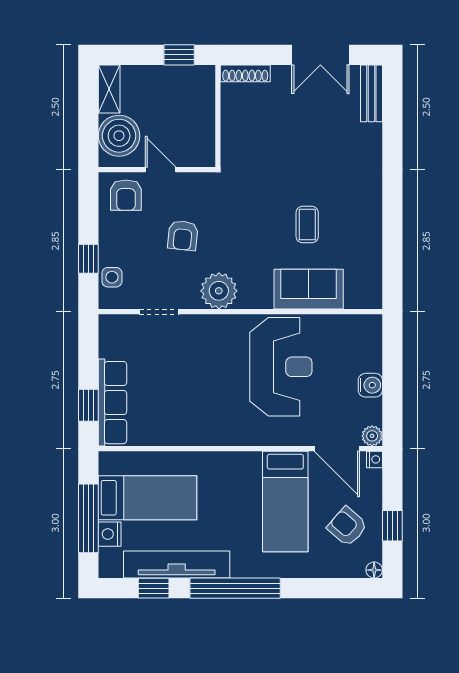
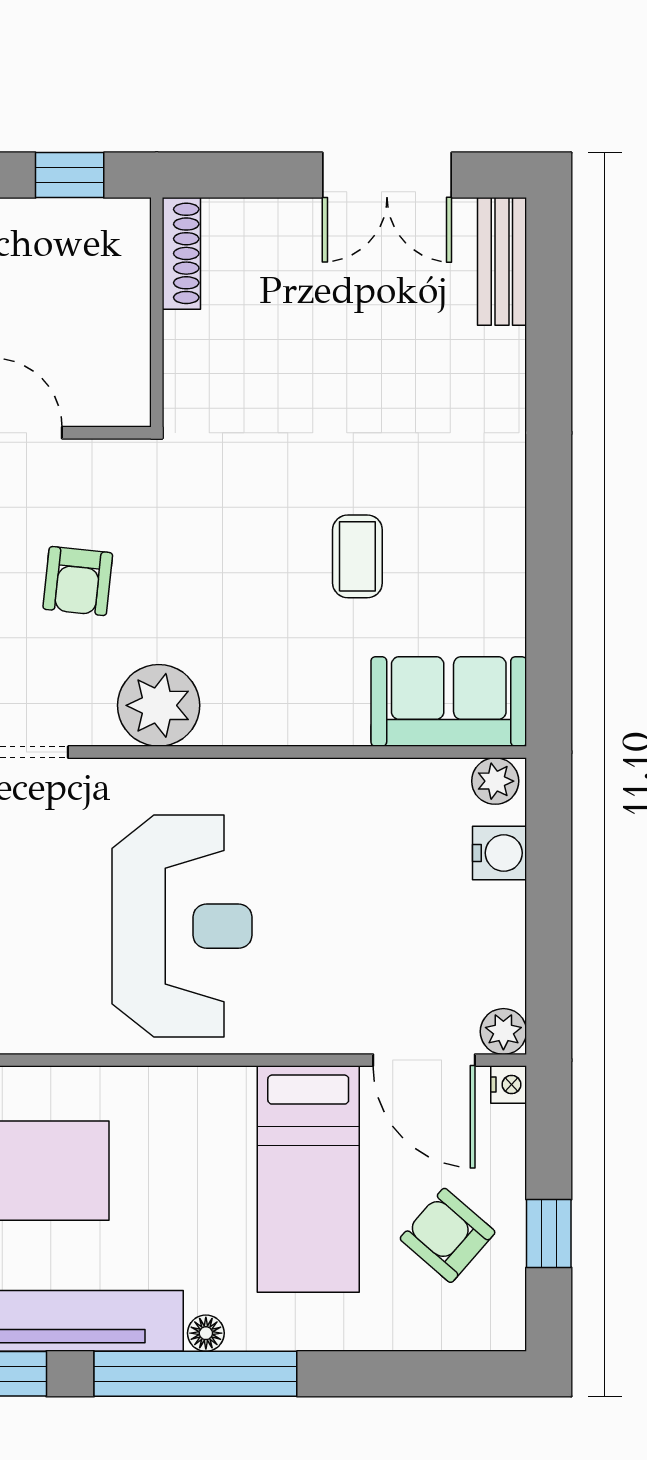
shoe rack: (245, 73) -> (181, 253), moved, turned -90
sofa: (309, 289) -> (449, 702), moved
plant: (368, 324) -> (495, 781), added
reception desk: (281, 367) -> (182, 926), moved
water cooler: (370, 385) -> (499, 853), moved
floor lamp: (374, 570) -> (206, 1333), moved

